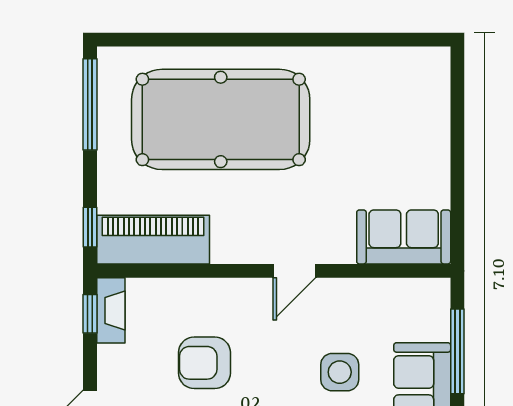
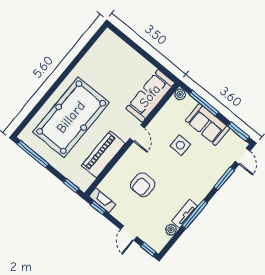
sofa: (404, 237) -> (150, 96), width x1.36
piano: (153, 240) -> (103, 154), moved
plant: (436, 292) -> (180, 94), added

